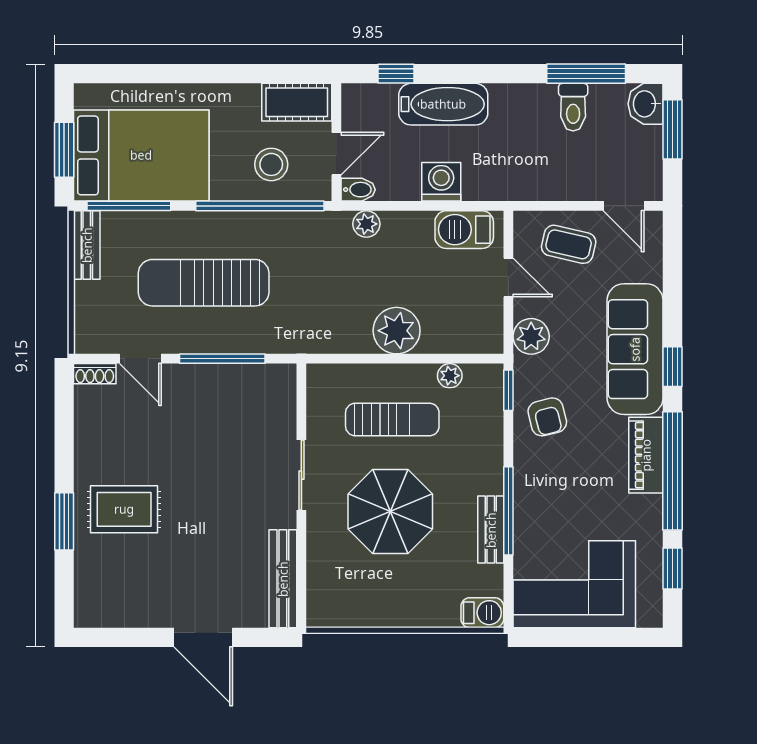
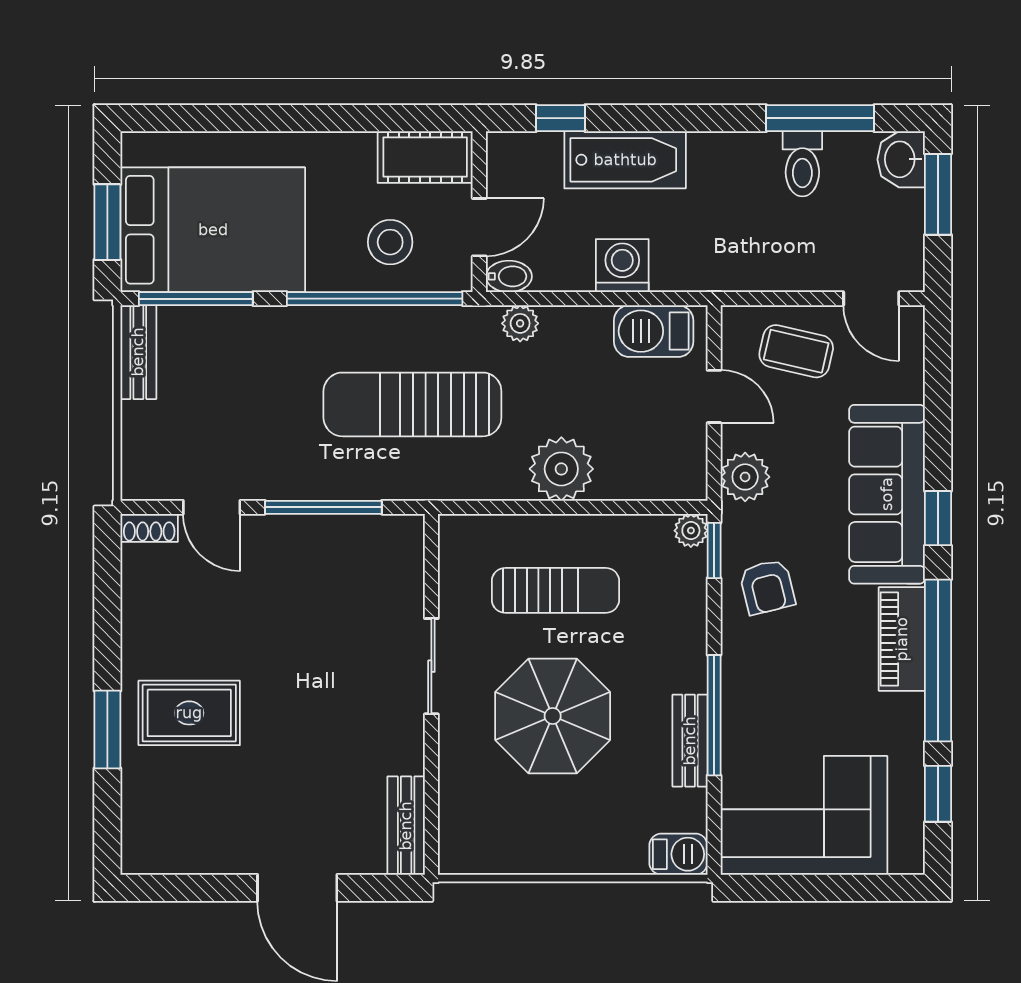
sun lounger: (204, 283) -> (412, 404), moved
plant: (450, 376) -> (691, 531), moved
bench: (283, 579) -> (406, 826), width x0.73

